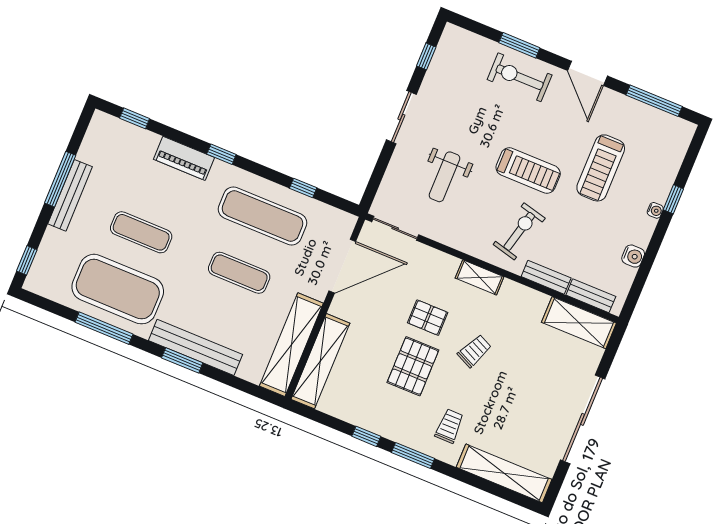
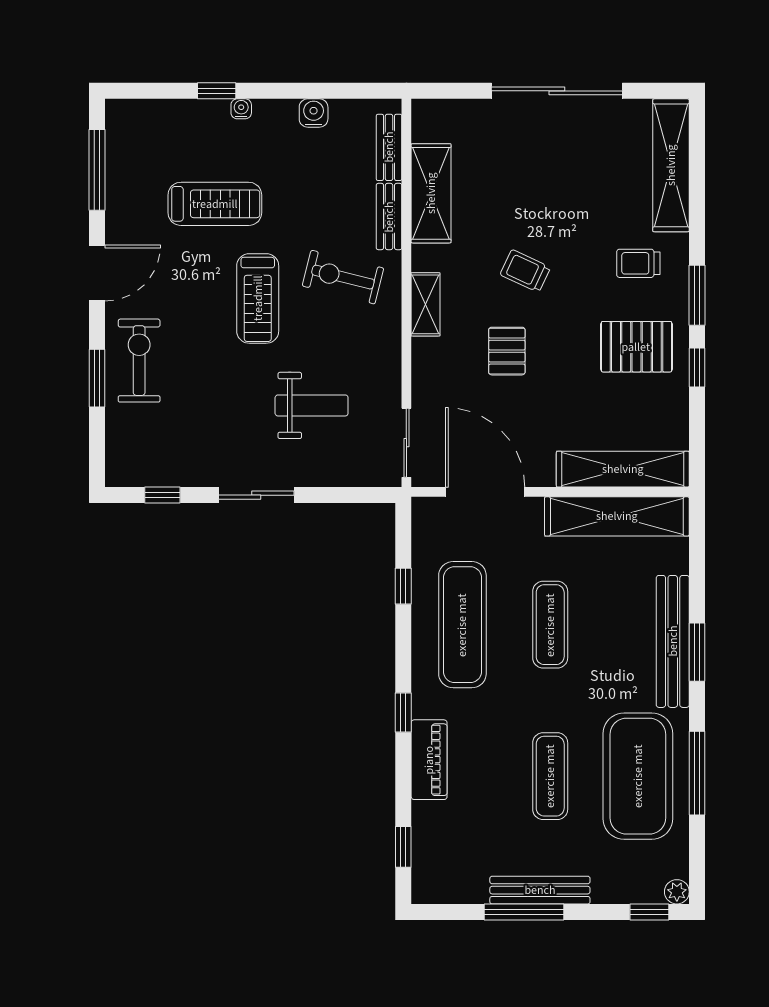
exercise bike: (520, 77) -> (139, 361), turned 180
treadmill: (528, 171) -> (258, 298), turned 180
plant: (33, 283) -> (677, 892), added
shelving: (579, 323) -> (431, 193), moved
pallet: (413, 366) -> (636, 347), moved

